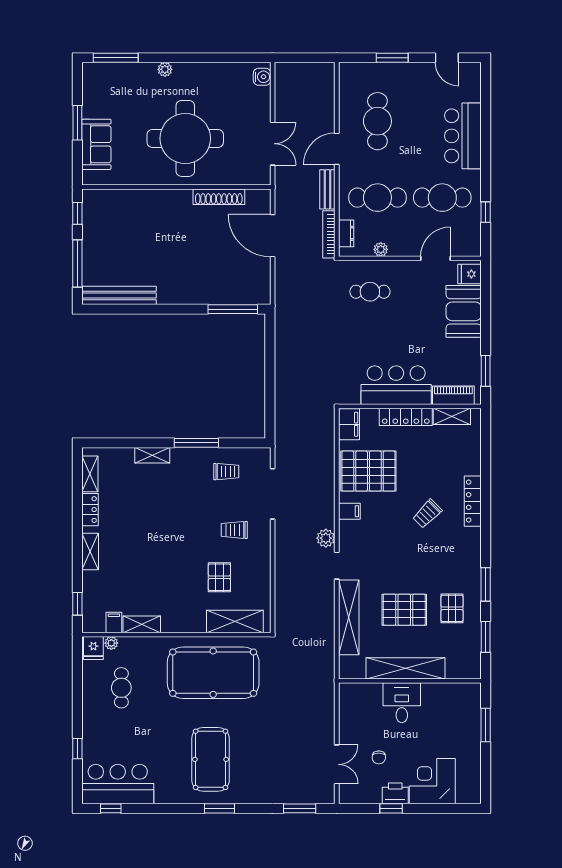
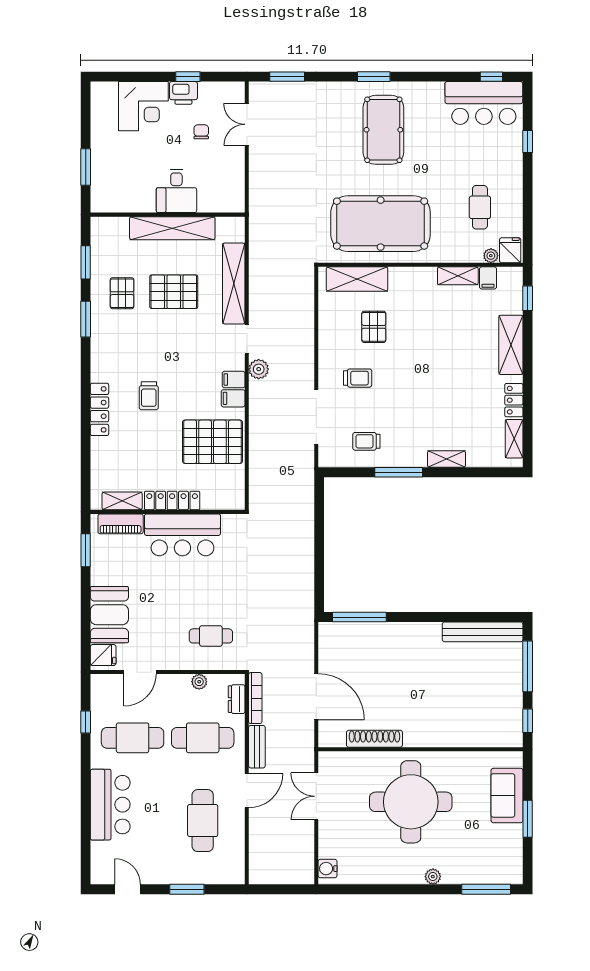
filing cabinet: (349, 424) -> (234, 380), moved, width x0.50
trolley: (427, 514) -> (149, 396), turned 135
shelving: (90, 551) -> (511, 345), width x1.50, depth x1.33

